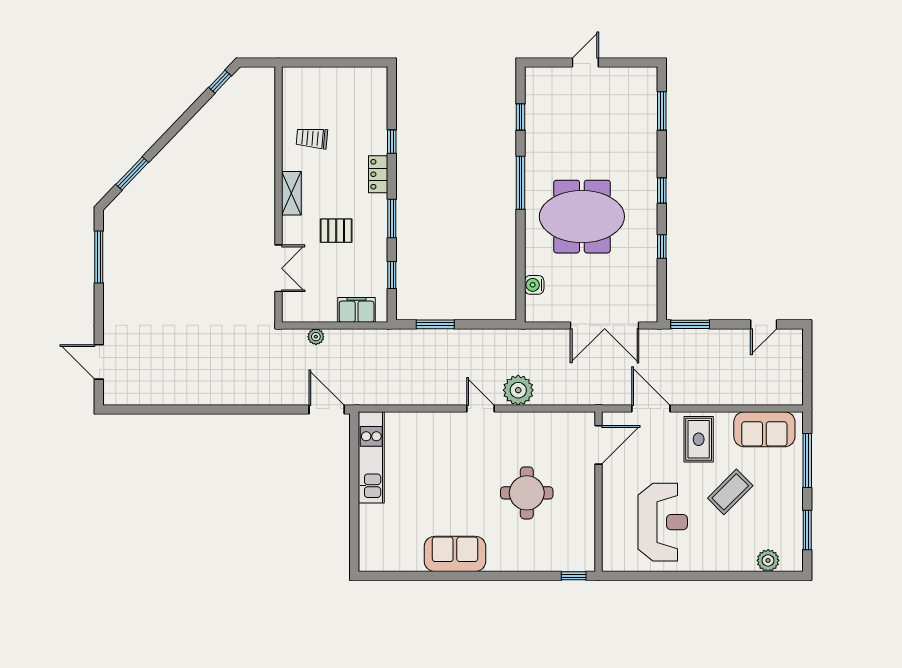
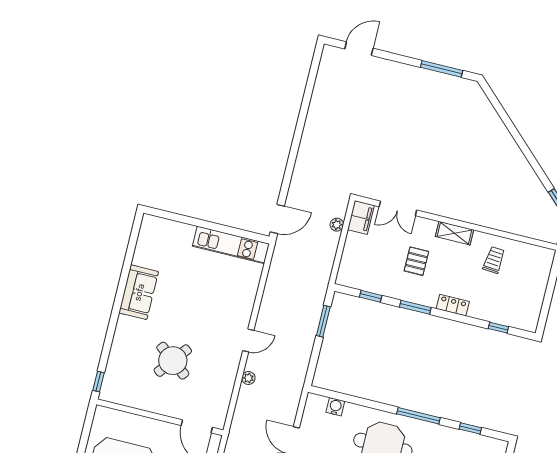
window: (392, 142) -> (498, 328), moved
window: (132, 173) -> (501, 111), removed
filing cabinet: (357, 310) -> (361, 217), moved
plant: (518, 390) -> (248, 378), width x0.53, depth x0.53
round table: (527, 493) -> (173, 361), turned 38

